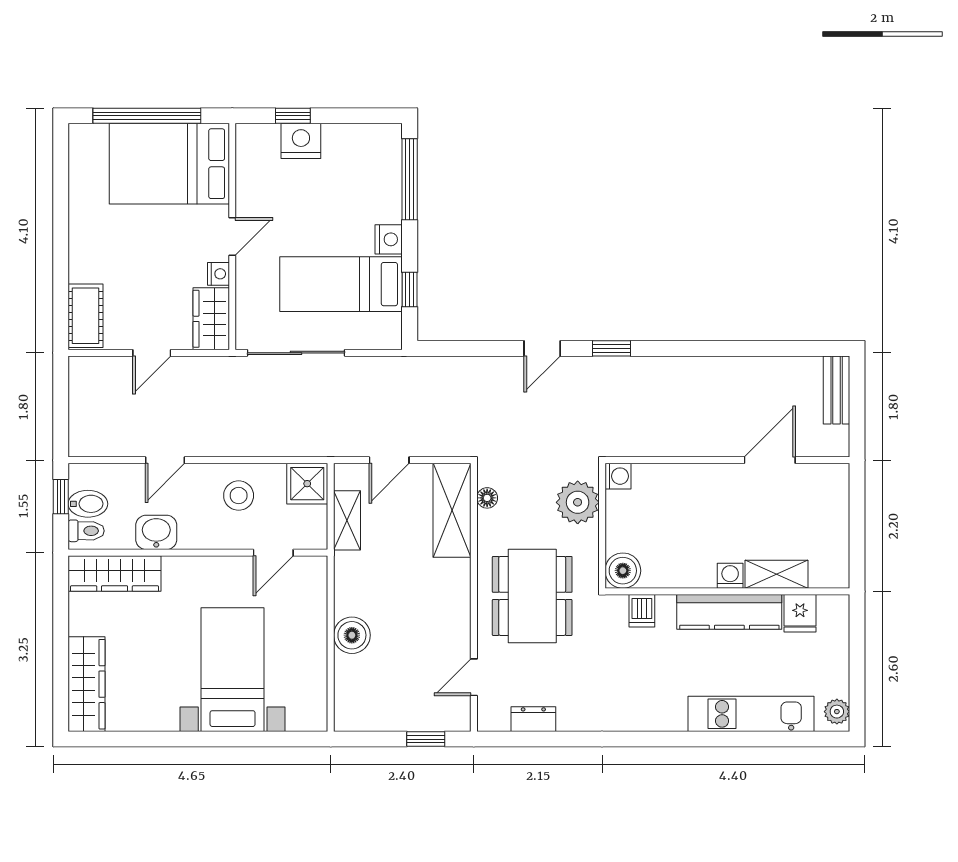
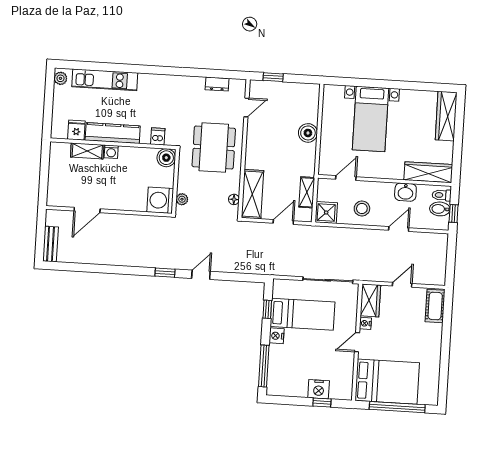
washing machine: (618, 476) -> (160, 200), width x1.89, depth x1.89
plant: (578, 502) -> (182, 199), width x0.53, depth x0.53

